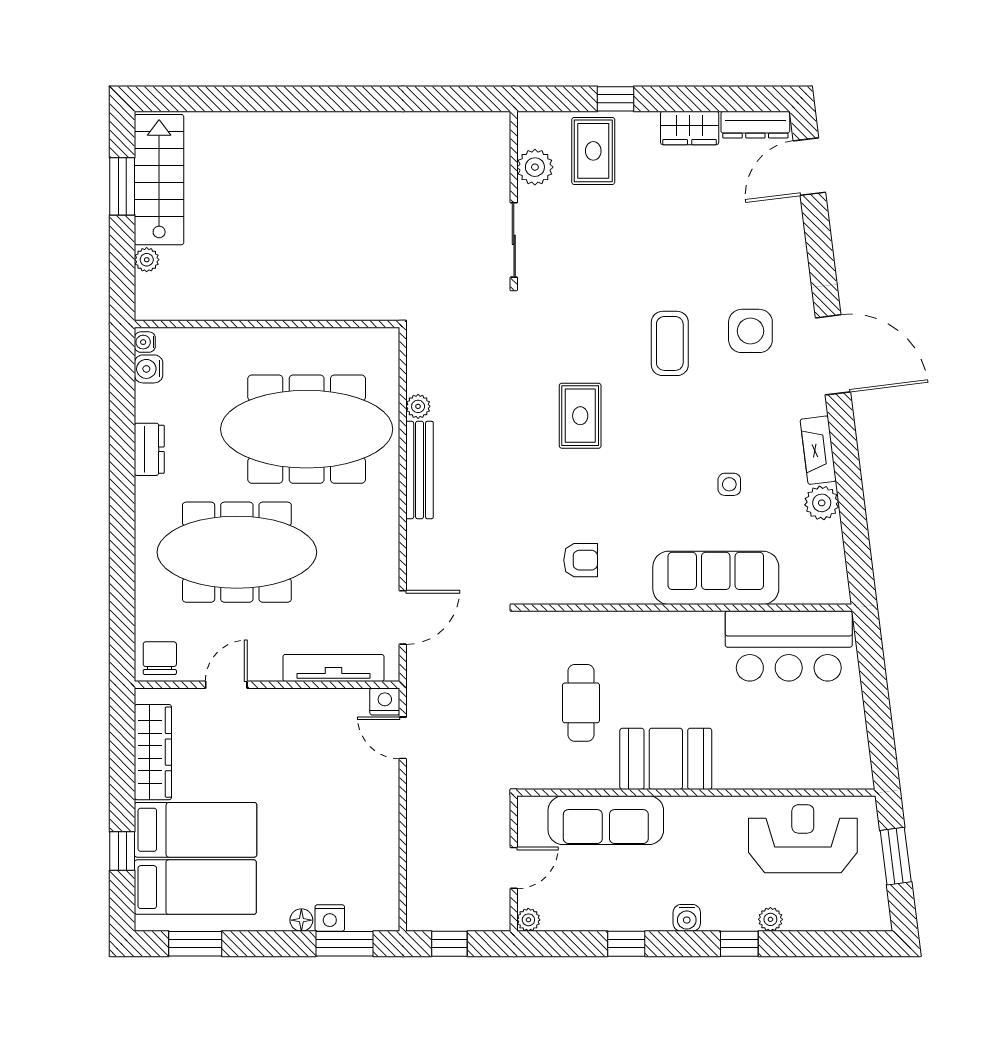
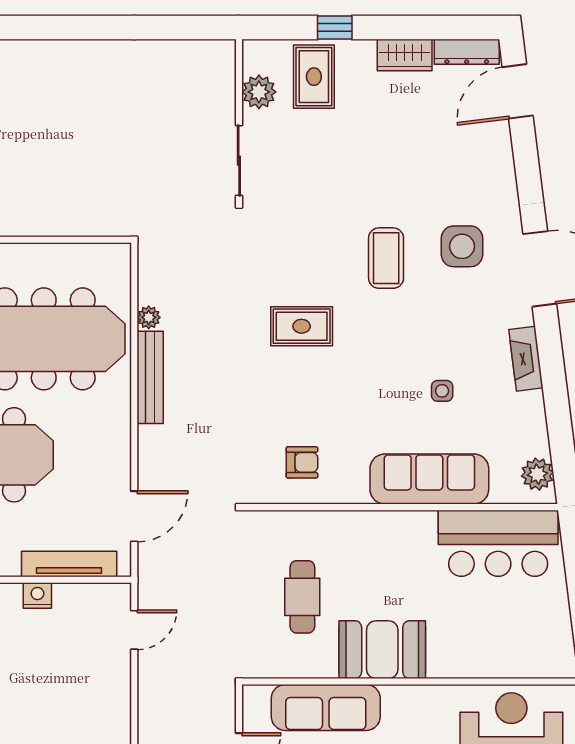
rug: (580, 416) -> (302, 326), turned 90
plant: (822, 503) -> (537, 474), moved
nightstand: (385, 701) -> (37, 596), moved
door: (403, 738) -> (134, 630), swing flipped

